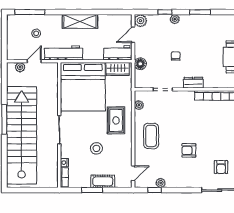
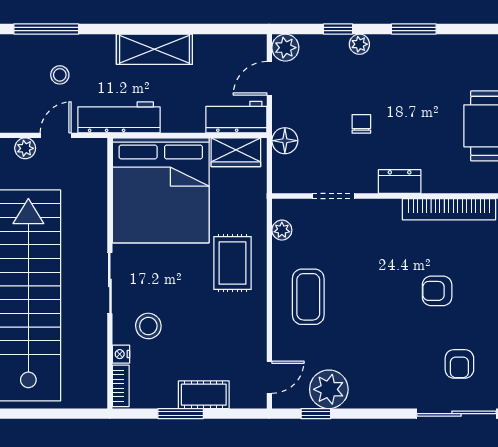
stool: (96, 148) -> (148, 326), moved
armchair: (189, 150) -> (437, 291), moved
plant: (161, 183) -> (329, 389), width x1.88, depth x1.88

